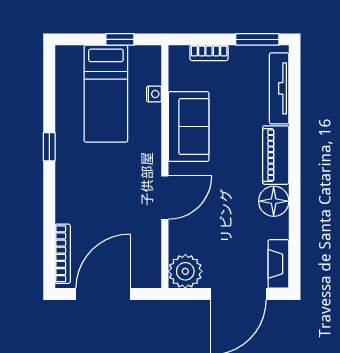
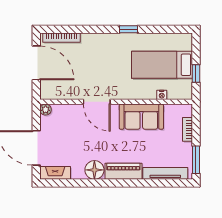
plant: (185, 271) -> (46, 110), width x0.53, depth x0.53

